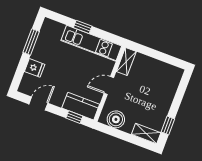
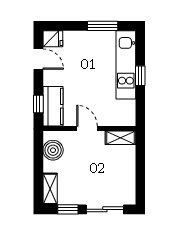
kitchen unit: (91, 43) -> (126, 65), moved
fridge: (35, 68) -> (53, 39), moved, turned -90
sliding door: (179, 96) -> (105, 209), added

